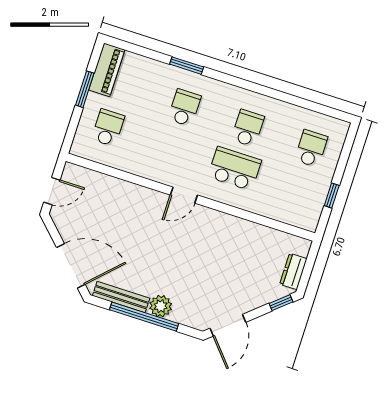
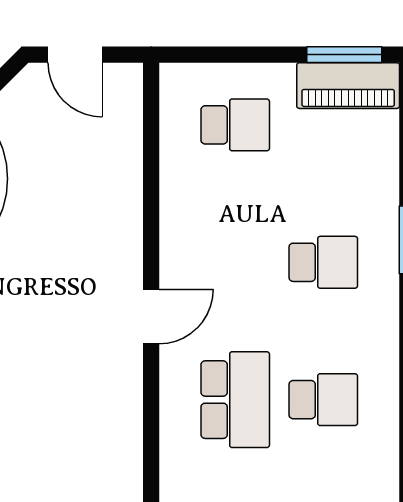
window: (85, 89) -> (344, 55), moved
door: (184, 195) -> (151, 317), swing flipped

